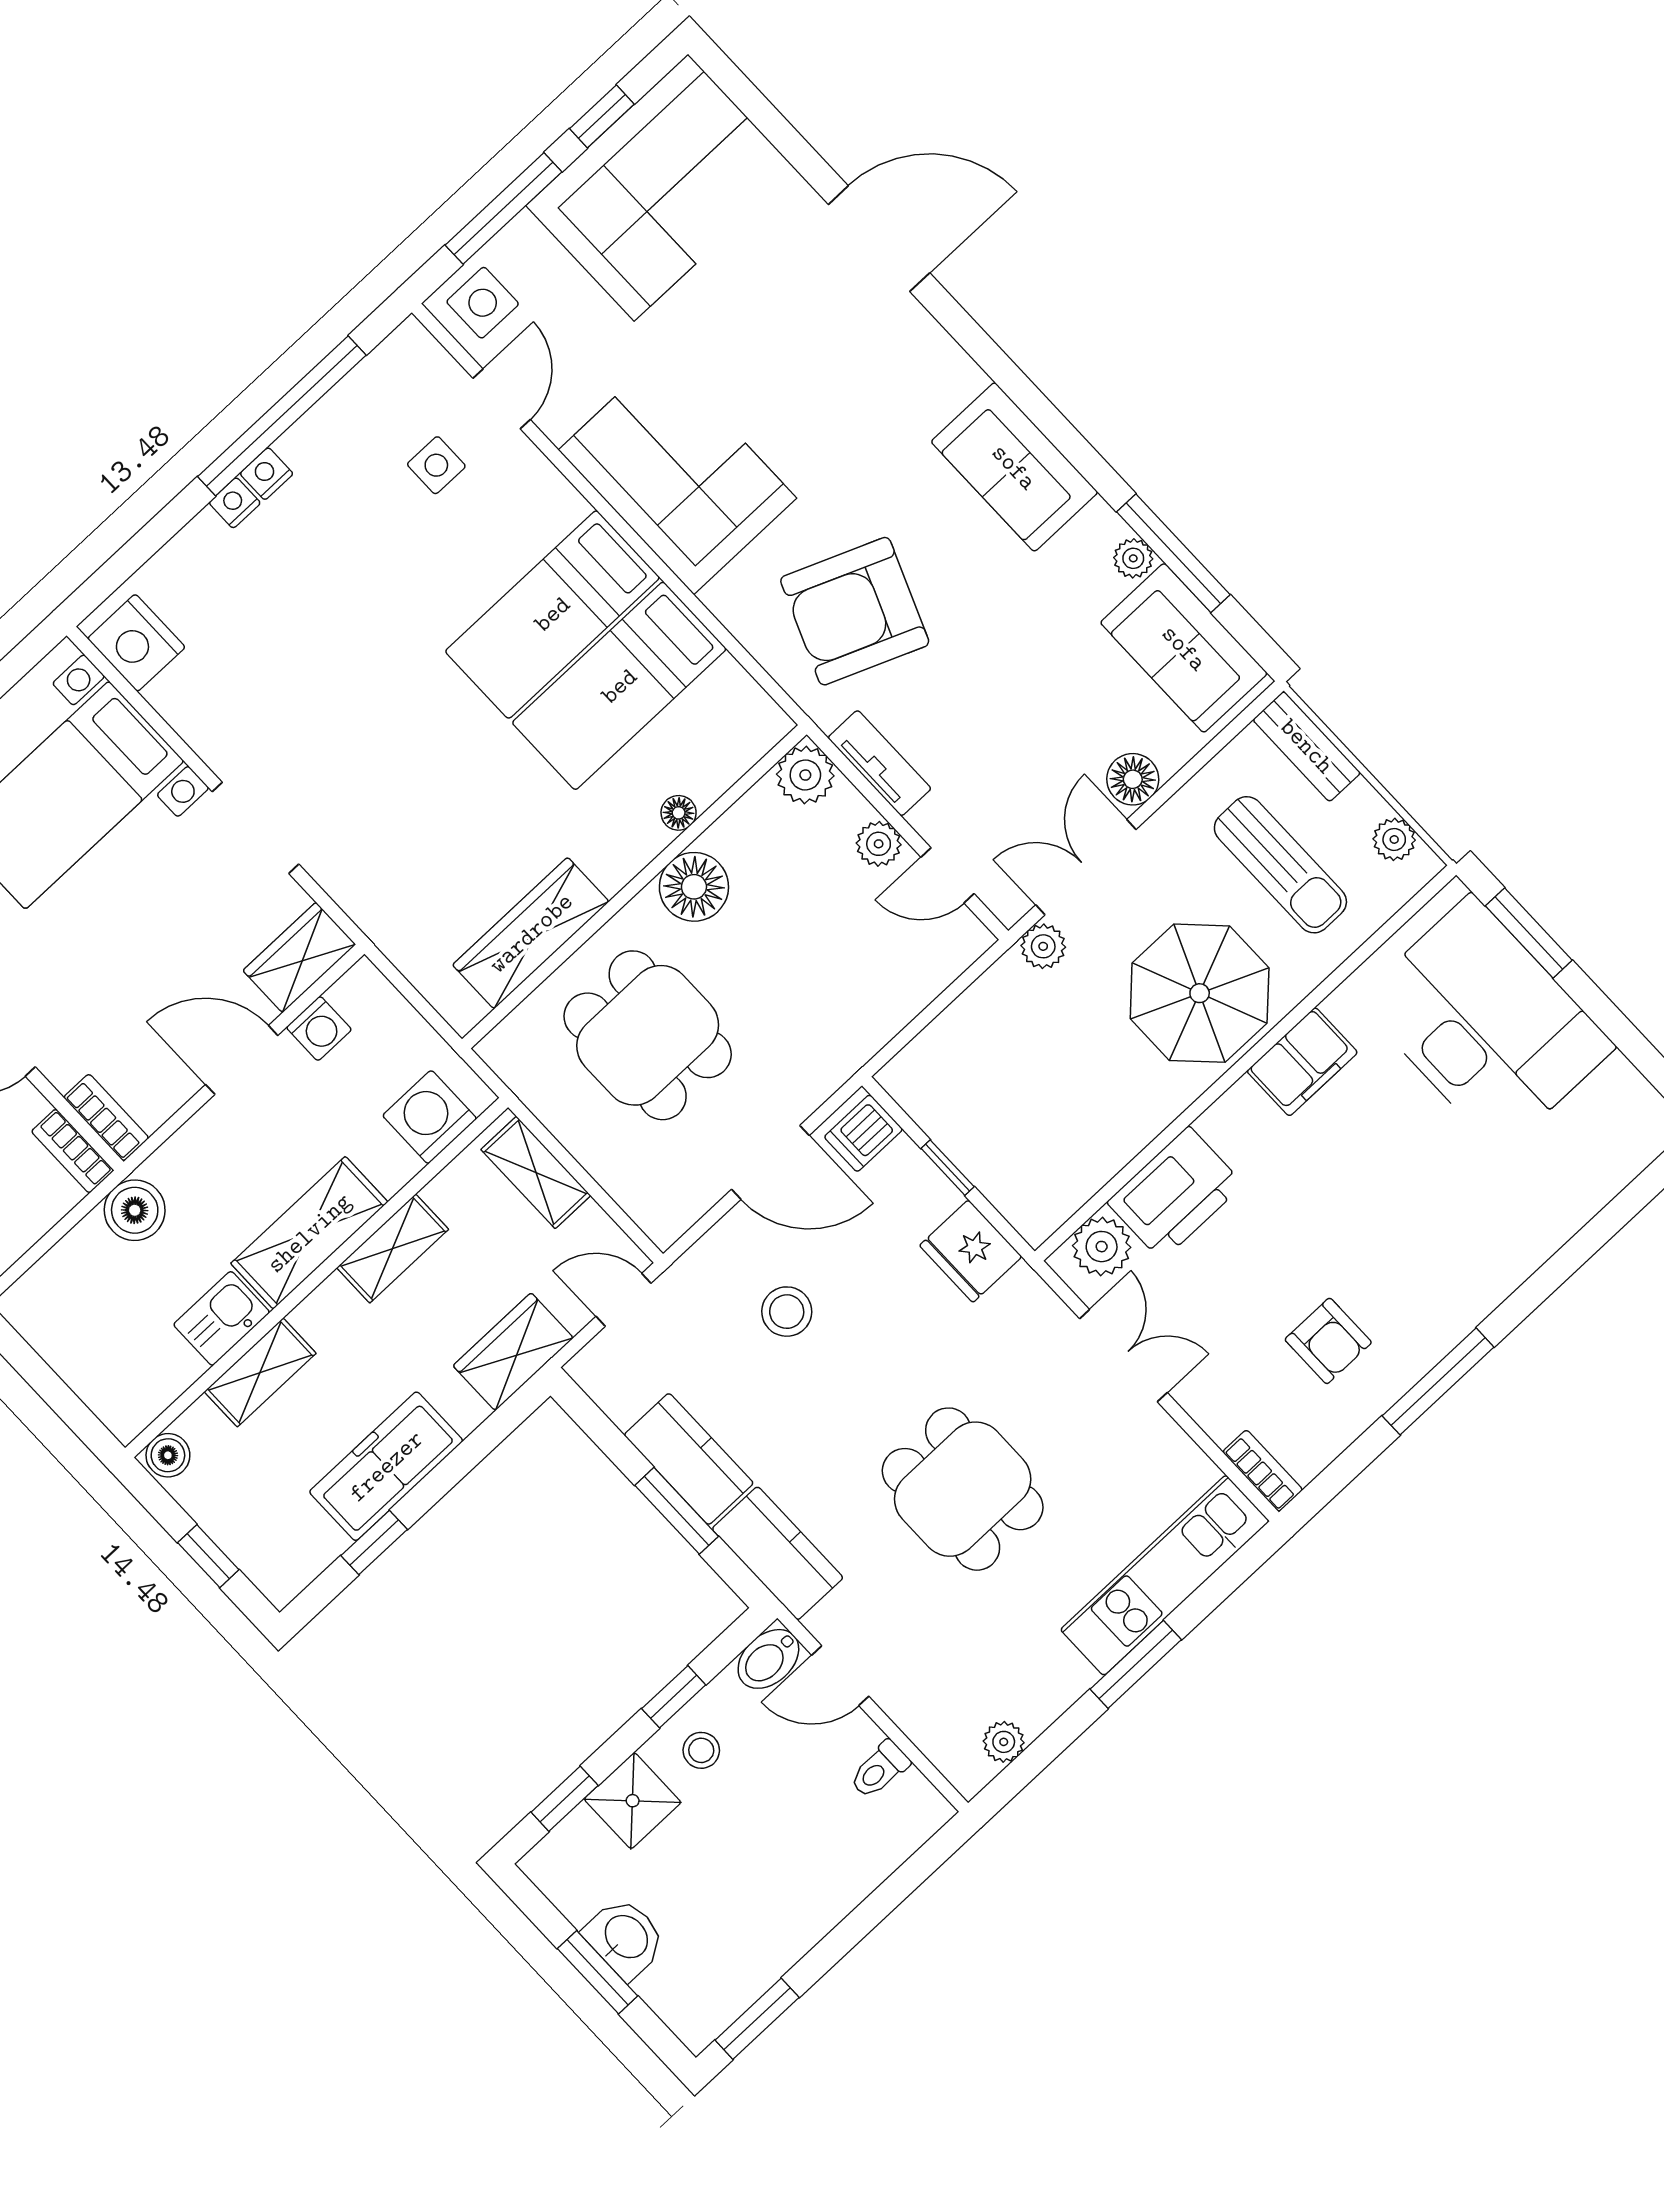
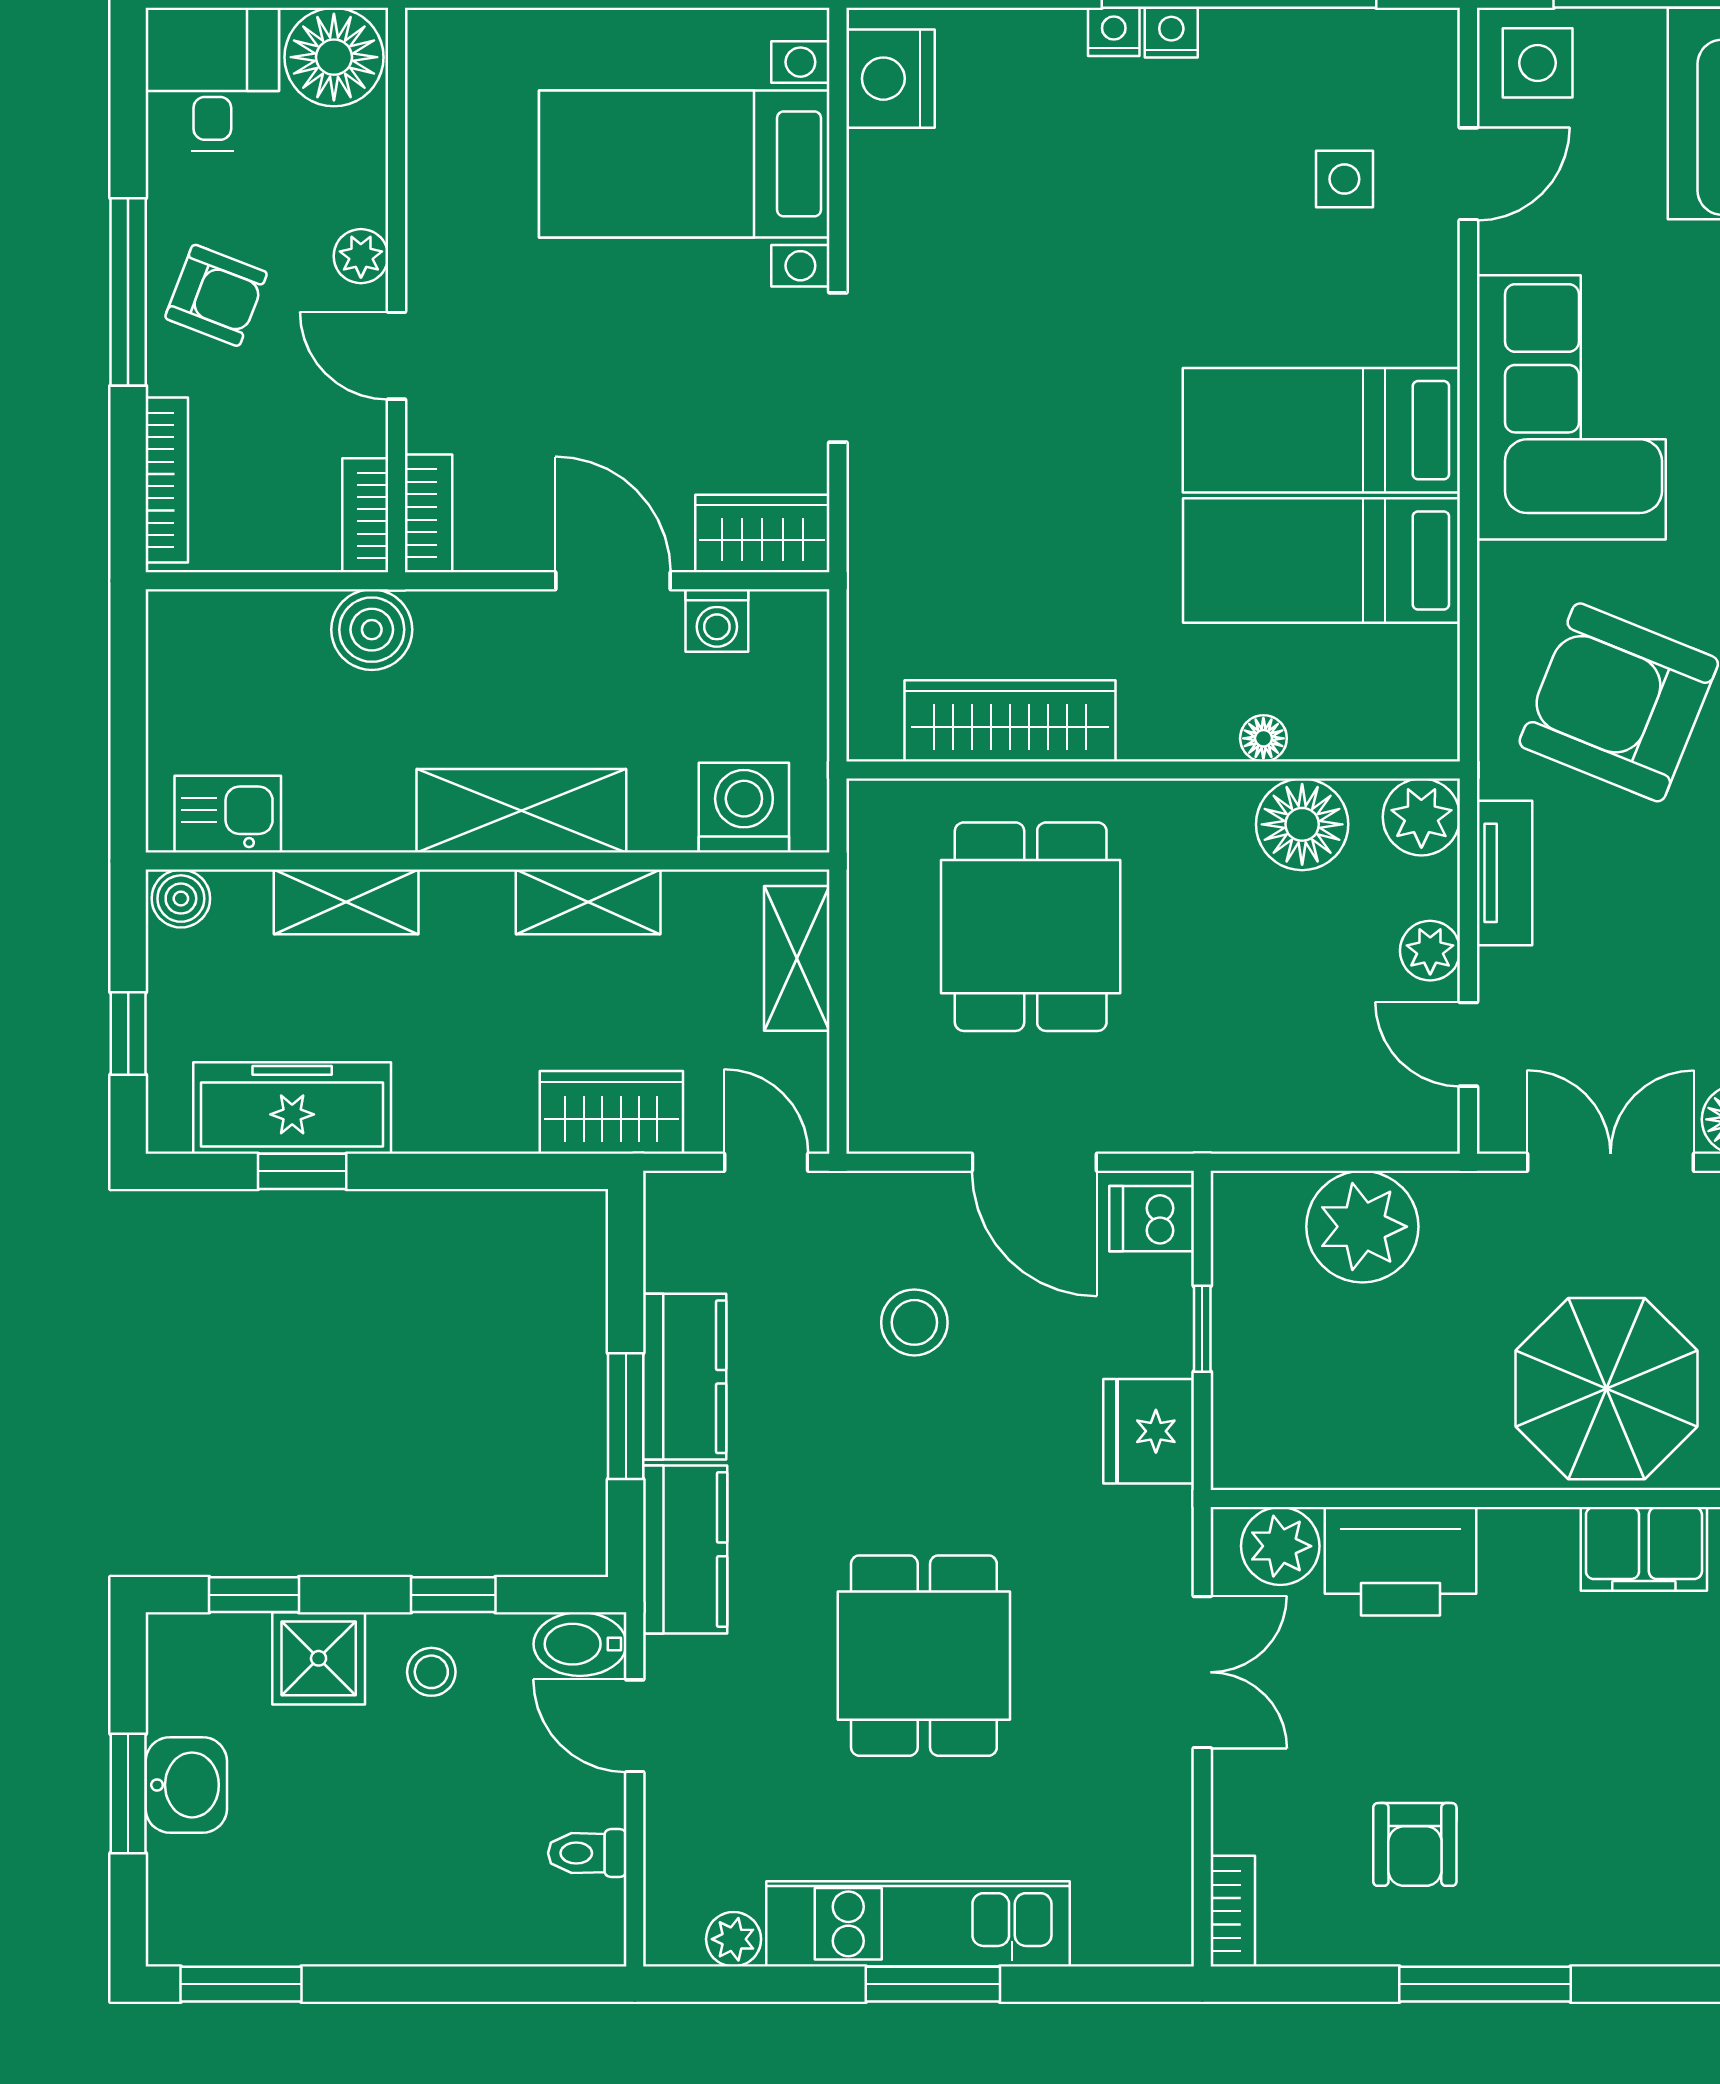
floor lamp: (694, 887) -> (1302, 824), moved
plant: (1043, 946) -> (1362, 1227), moved, width x1.88, depth x1.88
kitchen sink: (222, 1318) -> (228, 814), moved
freezer: (386, 1466) -> (292, 1108), moved
kitchen unit: (1165, 1575) -> (918, 1924), moved

